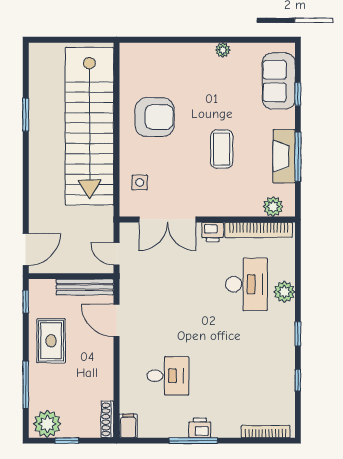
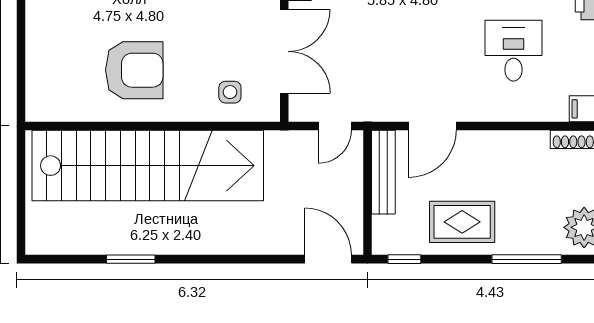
armchair: (155, 117) -> (134, 70), turned 90

